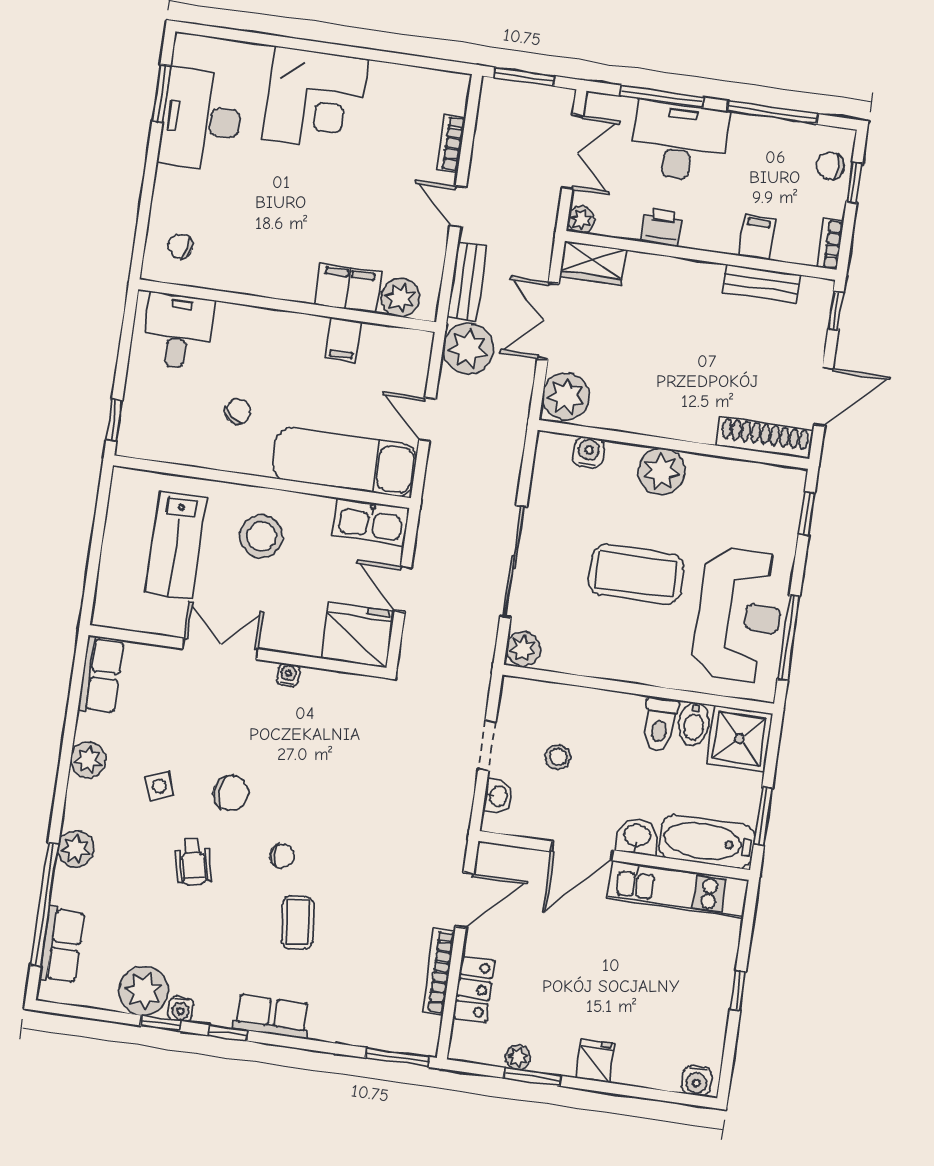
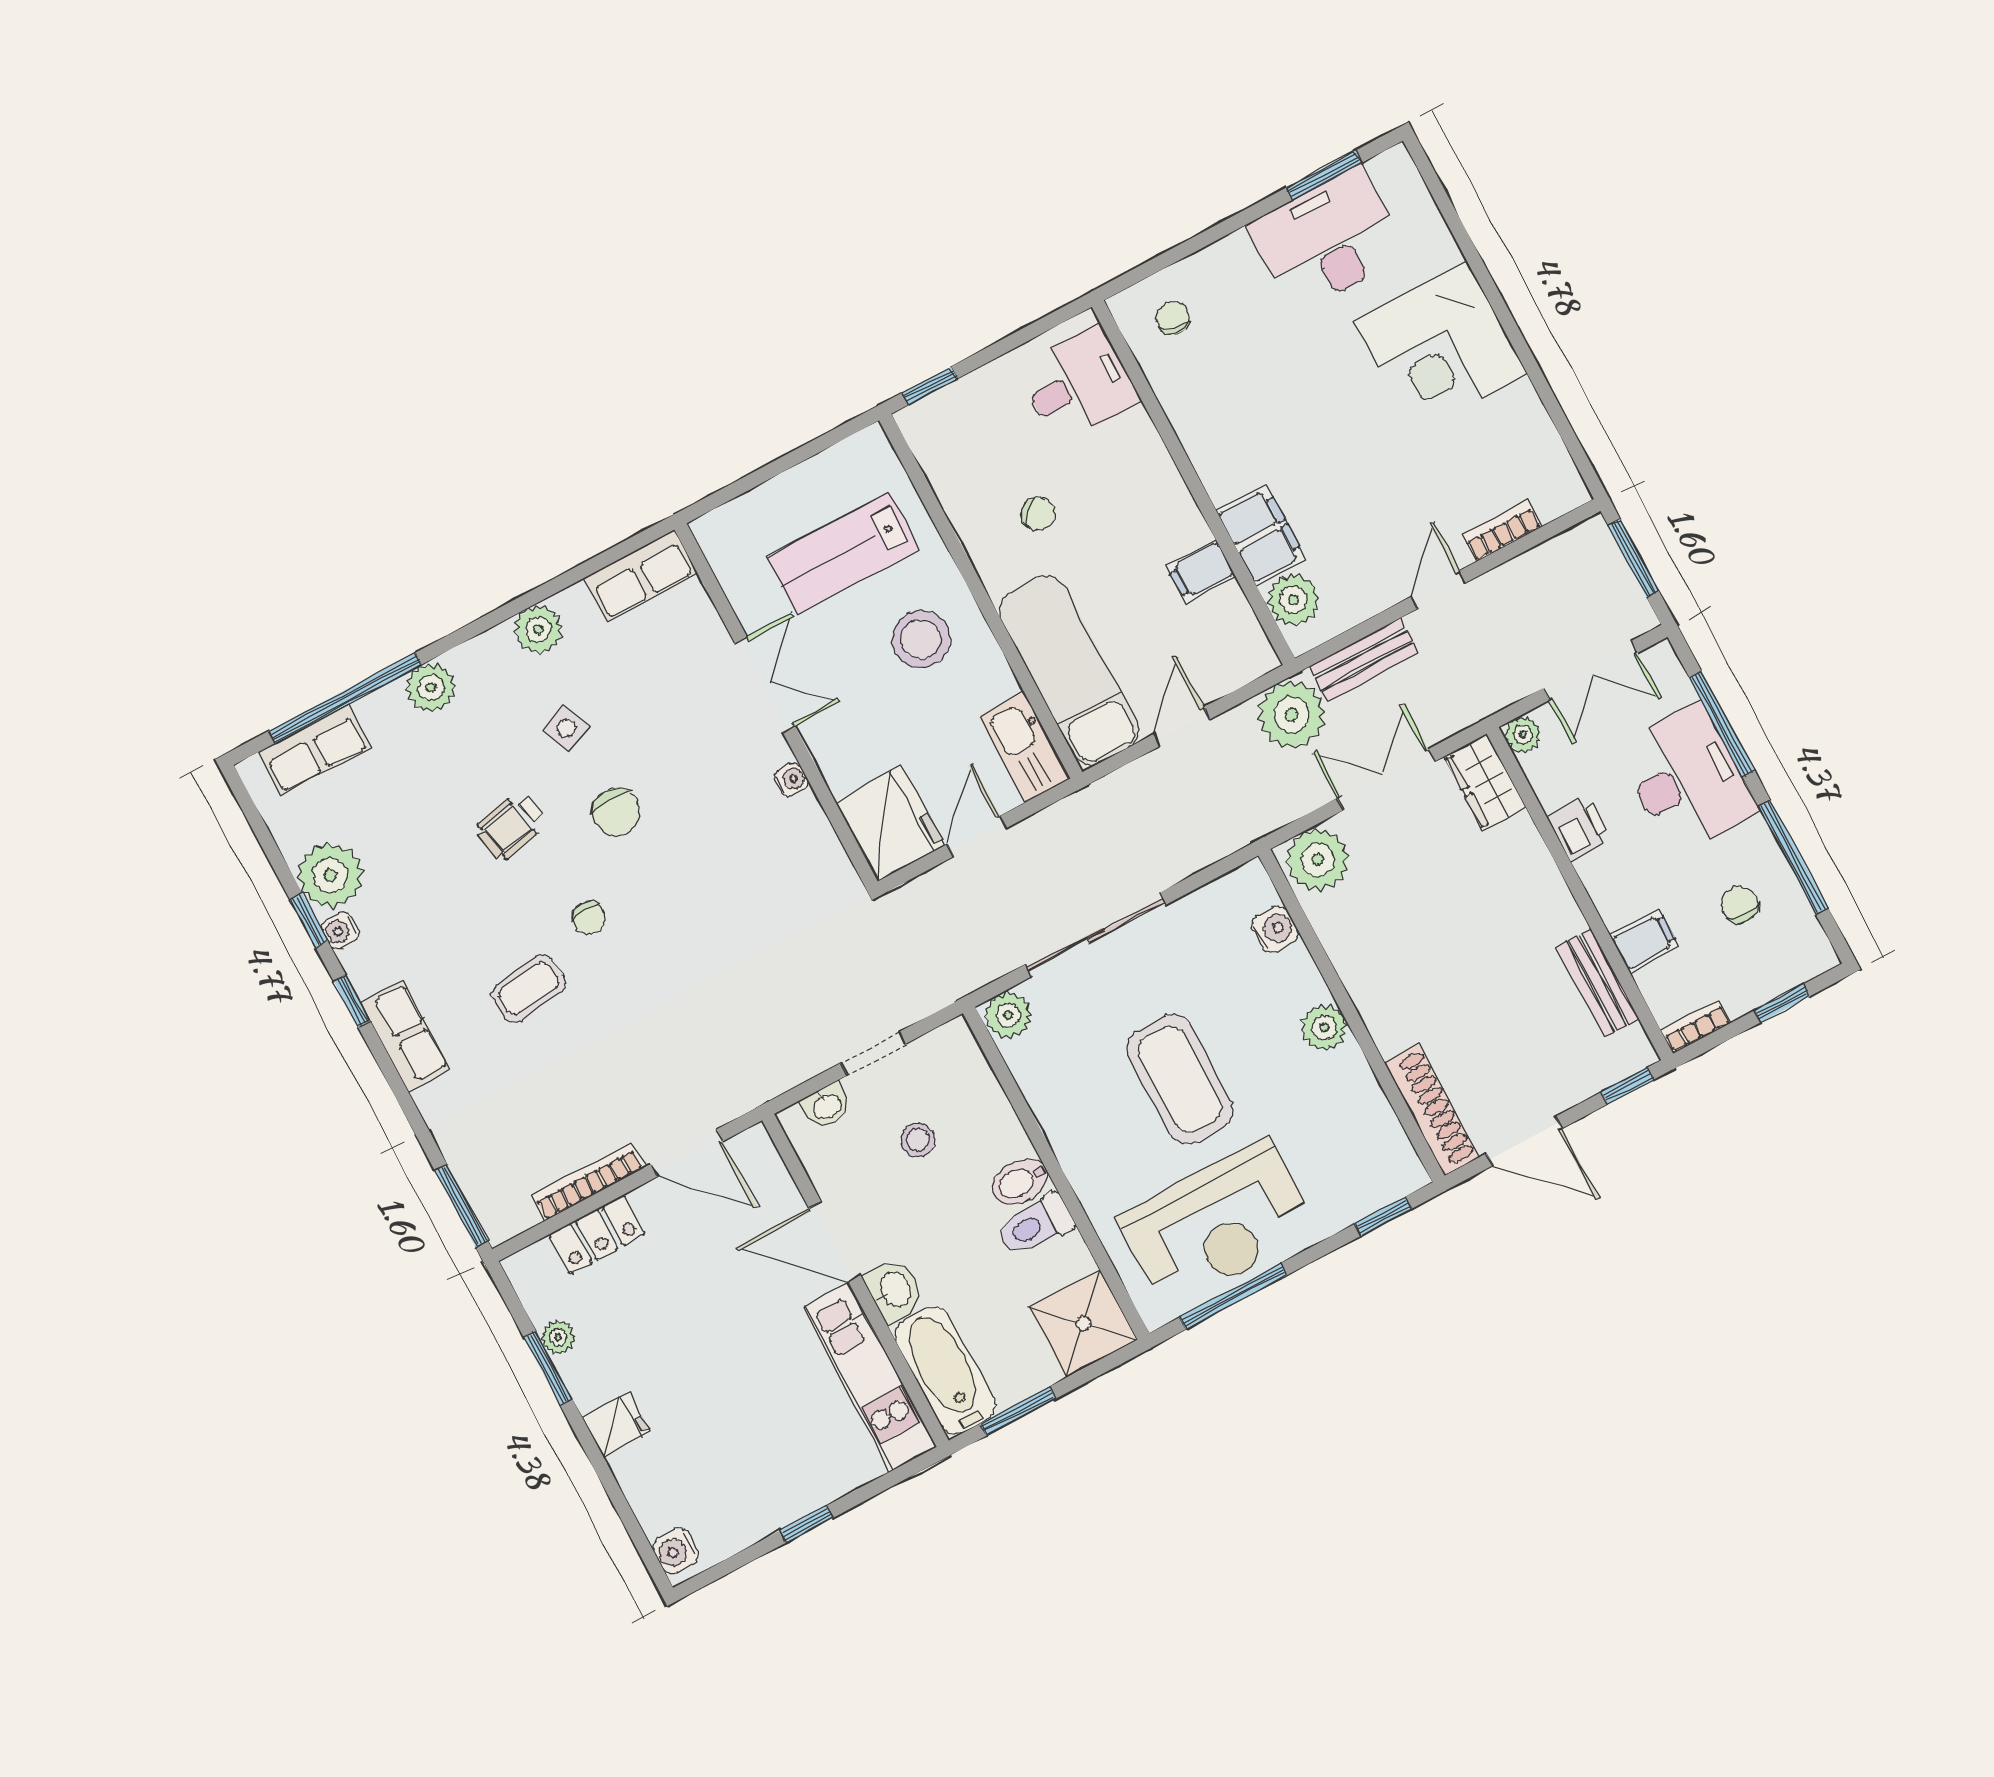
chair: (830, 166) -> (1740, 904), moved
plant: (662, 471) -> (1324, 1028), width x0.73, depth x0.73
bidet: (694, 724) -> (1020, 1182), moved

